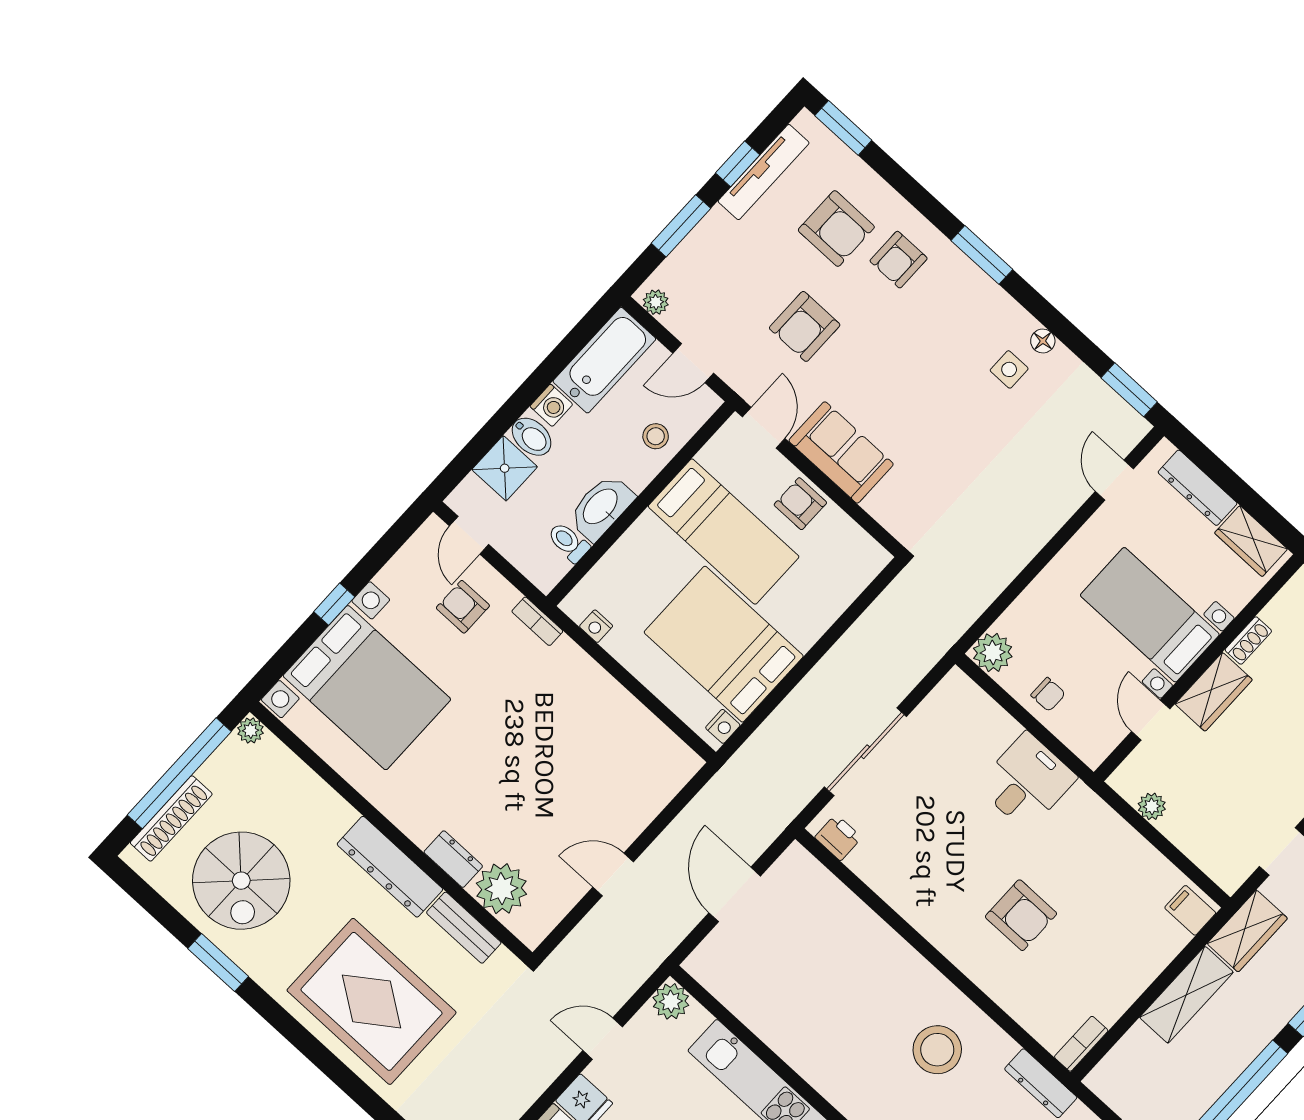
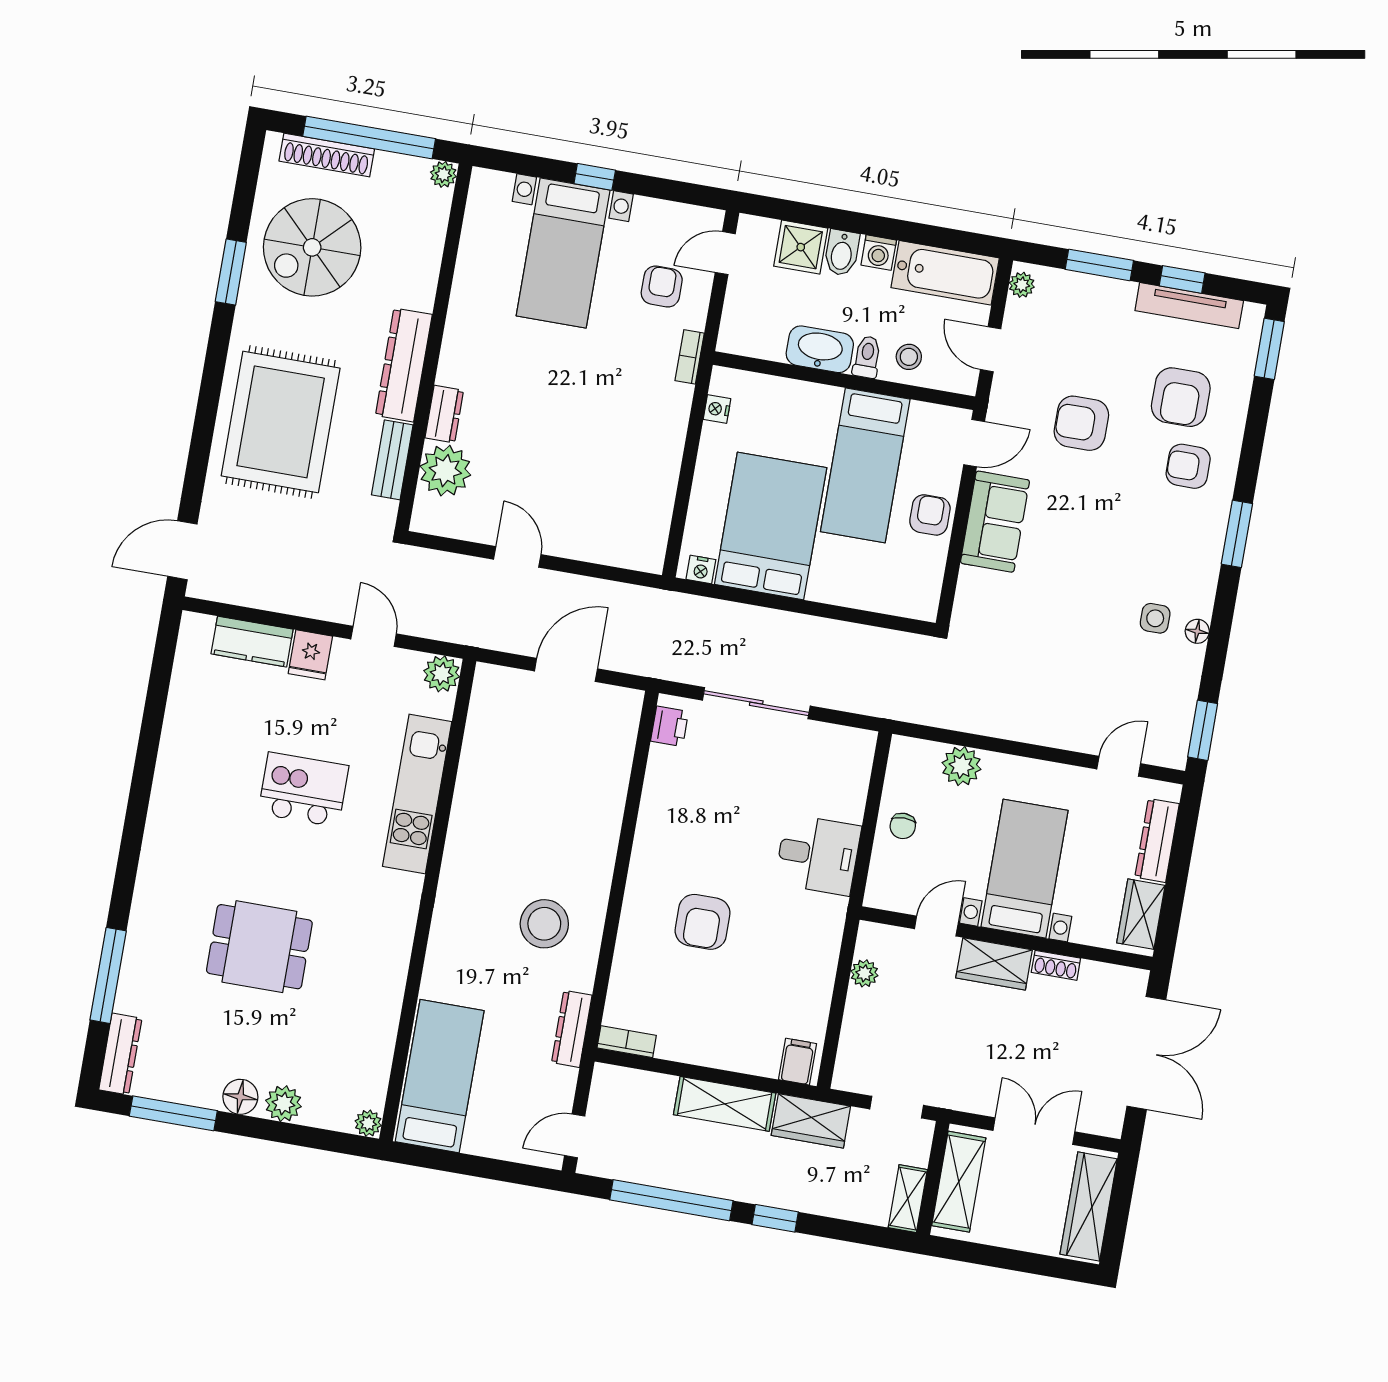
toilet: (568, 542) -> (867, 357), moved
plant: (993, 653) -> (961, 766), moved
bed with nightstands: (367, 688) -> (563, 253), width x0.73

